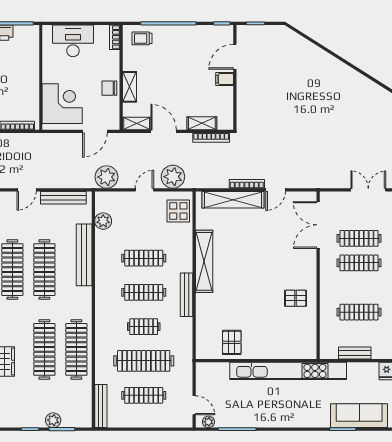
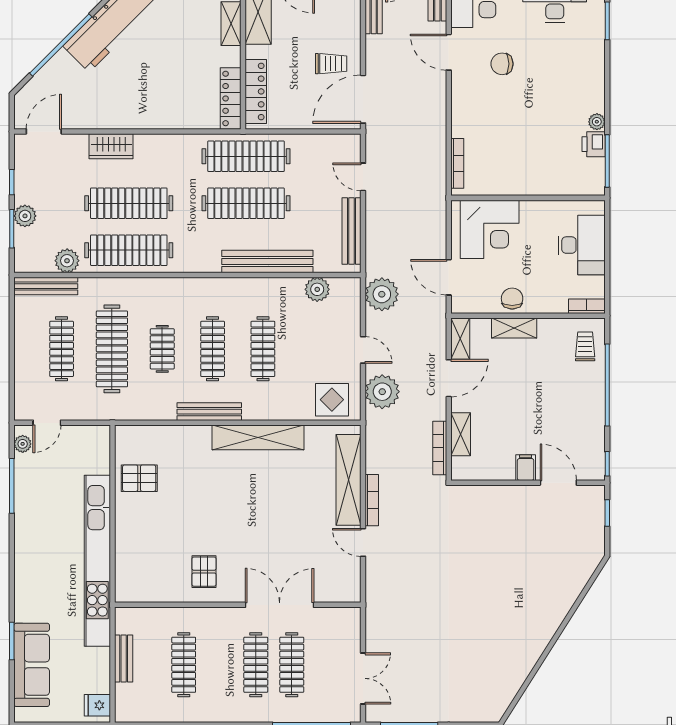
double door: (318, 225) -> (280, 605), moved
plant: (84, 392) -> (67, 261), added

